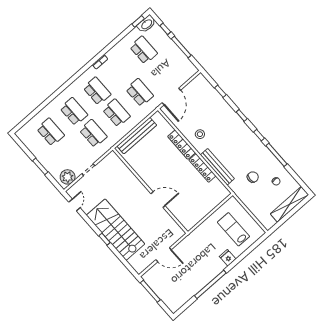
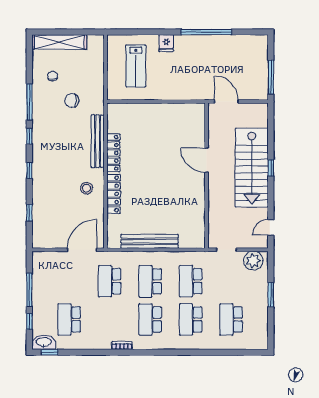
wall: (150, 191) -> (207, 176), moved
door: (158, 200) -> (207, 160), moved

